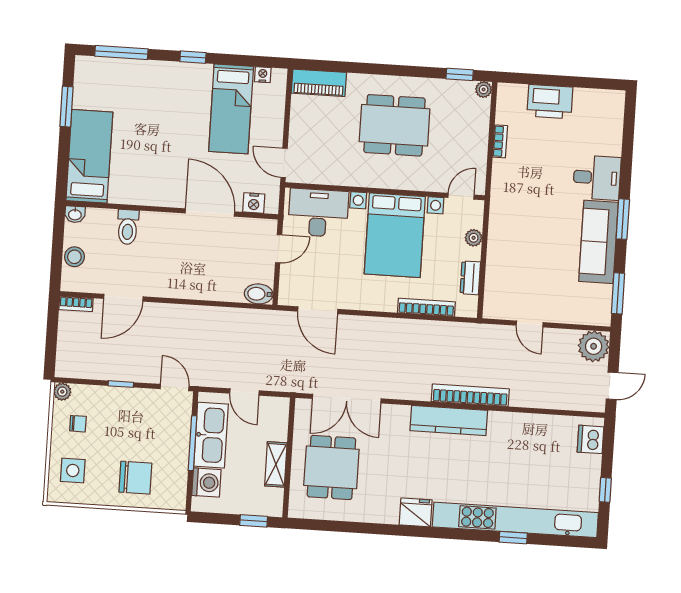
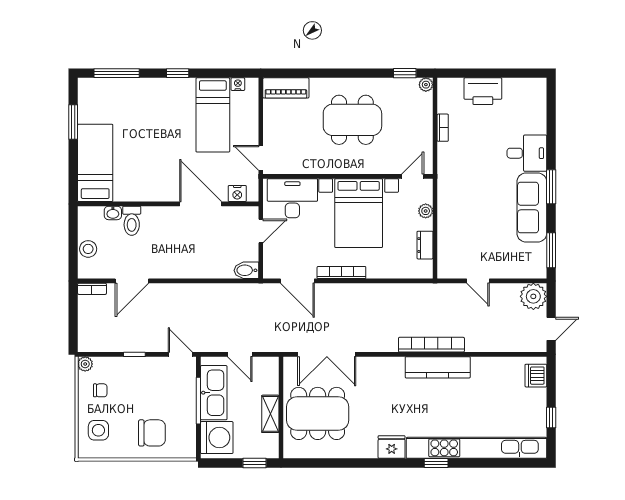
washbasin: (75, 214) -> (113, 213), moved
bookcase: (426, 307) -> (341, 273), moved
kitchen counter: (449, 421) -> (438, 367), moved
dining table: (331, 467) -> (318, 413), width x1.38
washing machine: (206, 483) -> (217, 438), width x1.37, depth x1.37
window: (513, 538) -> (436, 463), moved

